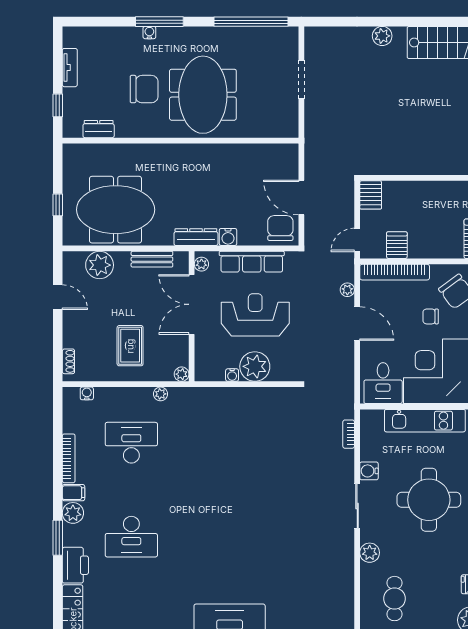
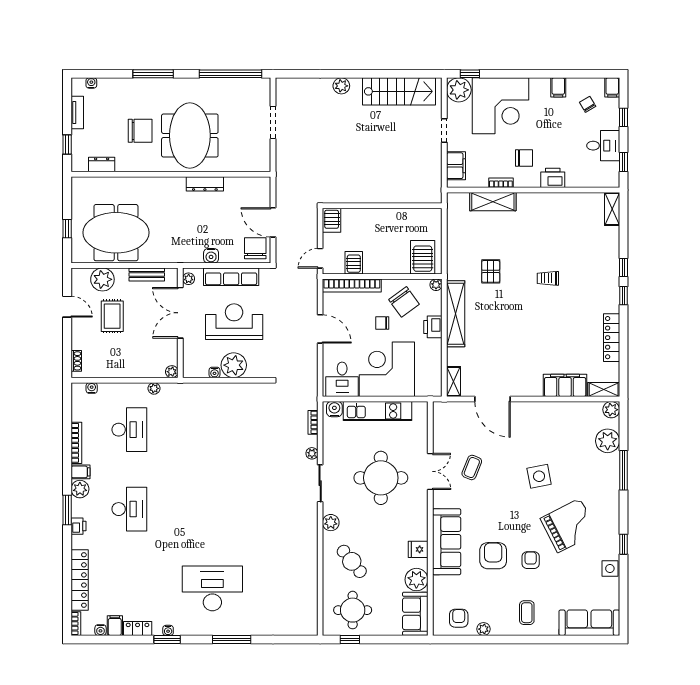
water cooler: (149, 33) -> (91, 83), moved
dresser: (196, 237) -> (205, 184), moved, turned 180
plant: (347, 290) -> (312, 453), moved
rug: (130, 346) -> (112, 316), moved
desk: (131, 443) -> (129, 430), turned 90
water cooler: (369, 471) -> (334, 409), moved, turned 90
desk: (131, 537) -> (129, 509), turned -90
printer: (75, 565) -> (78, 526), width x0.53, depth x0.68
cafe table: (394, 599) -> (352, 561), turned -39

